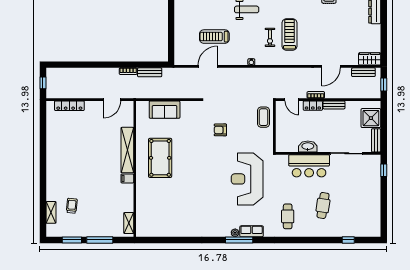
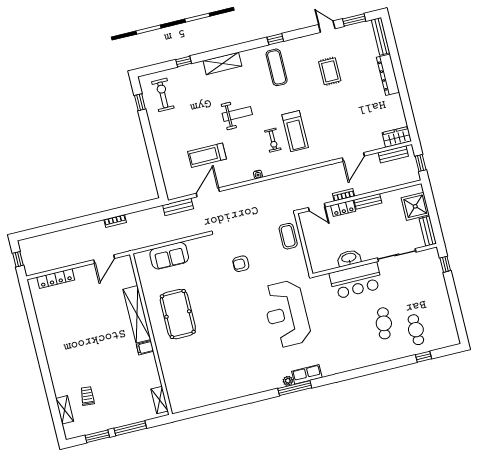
treadmill: (290, 35) -> (295, 131), turned 180
bench: (150, 72) -> (178, 207), moved
cafe table: (288, 216) -> (416, 330), moved

